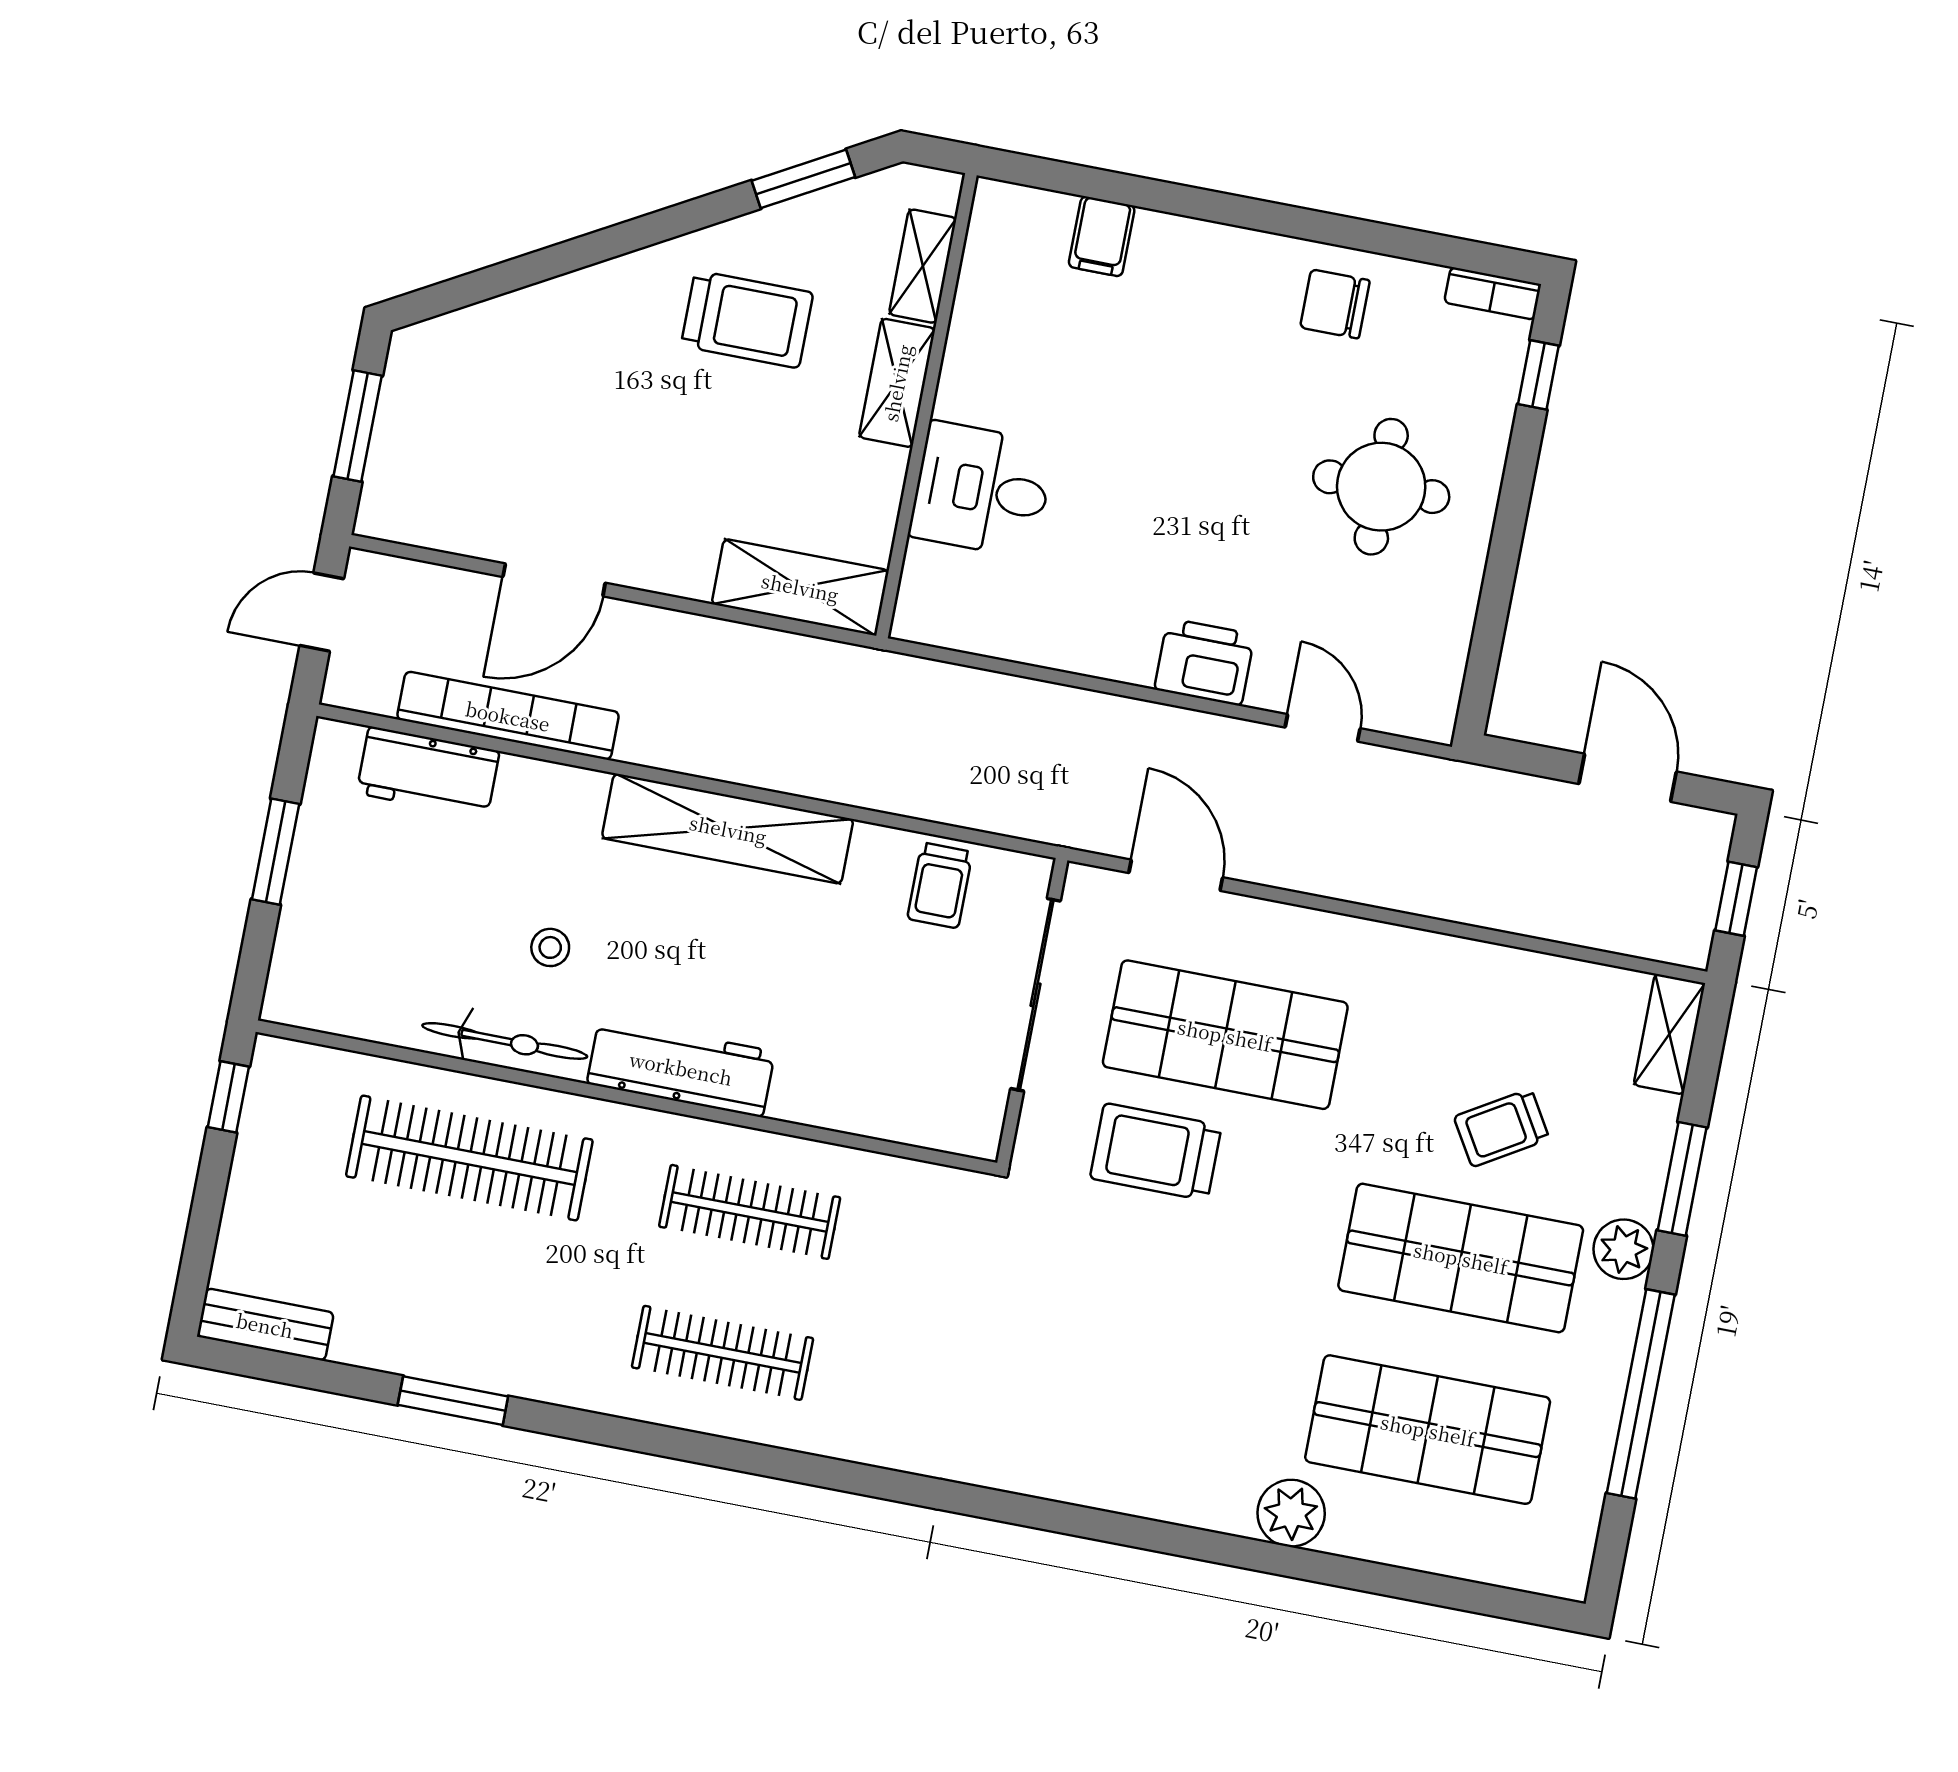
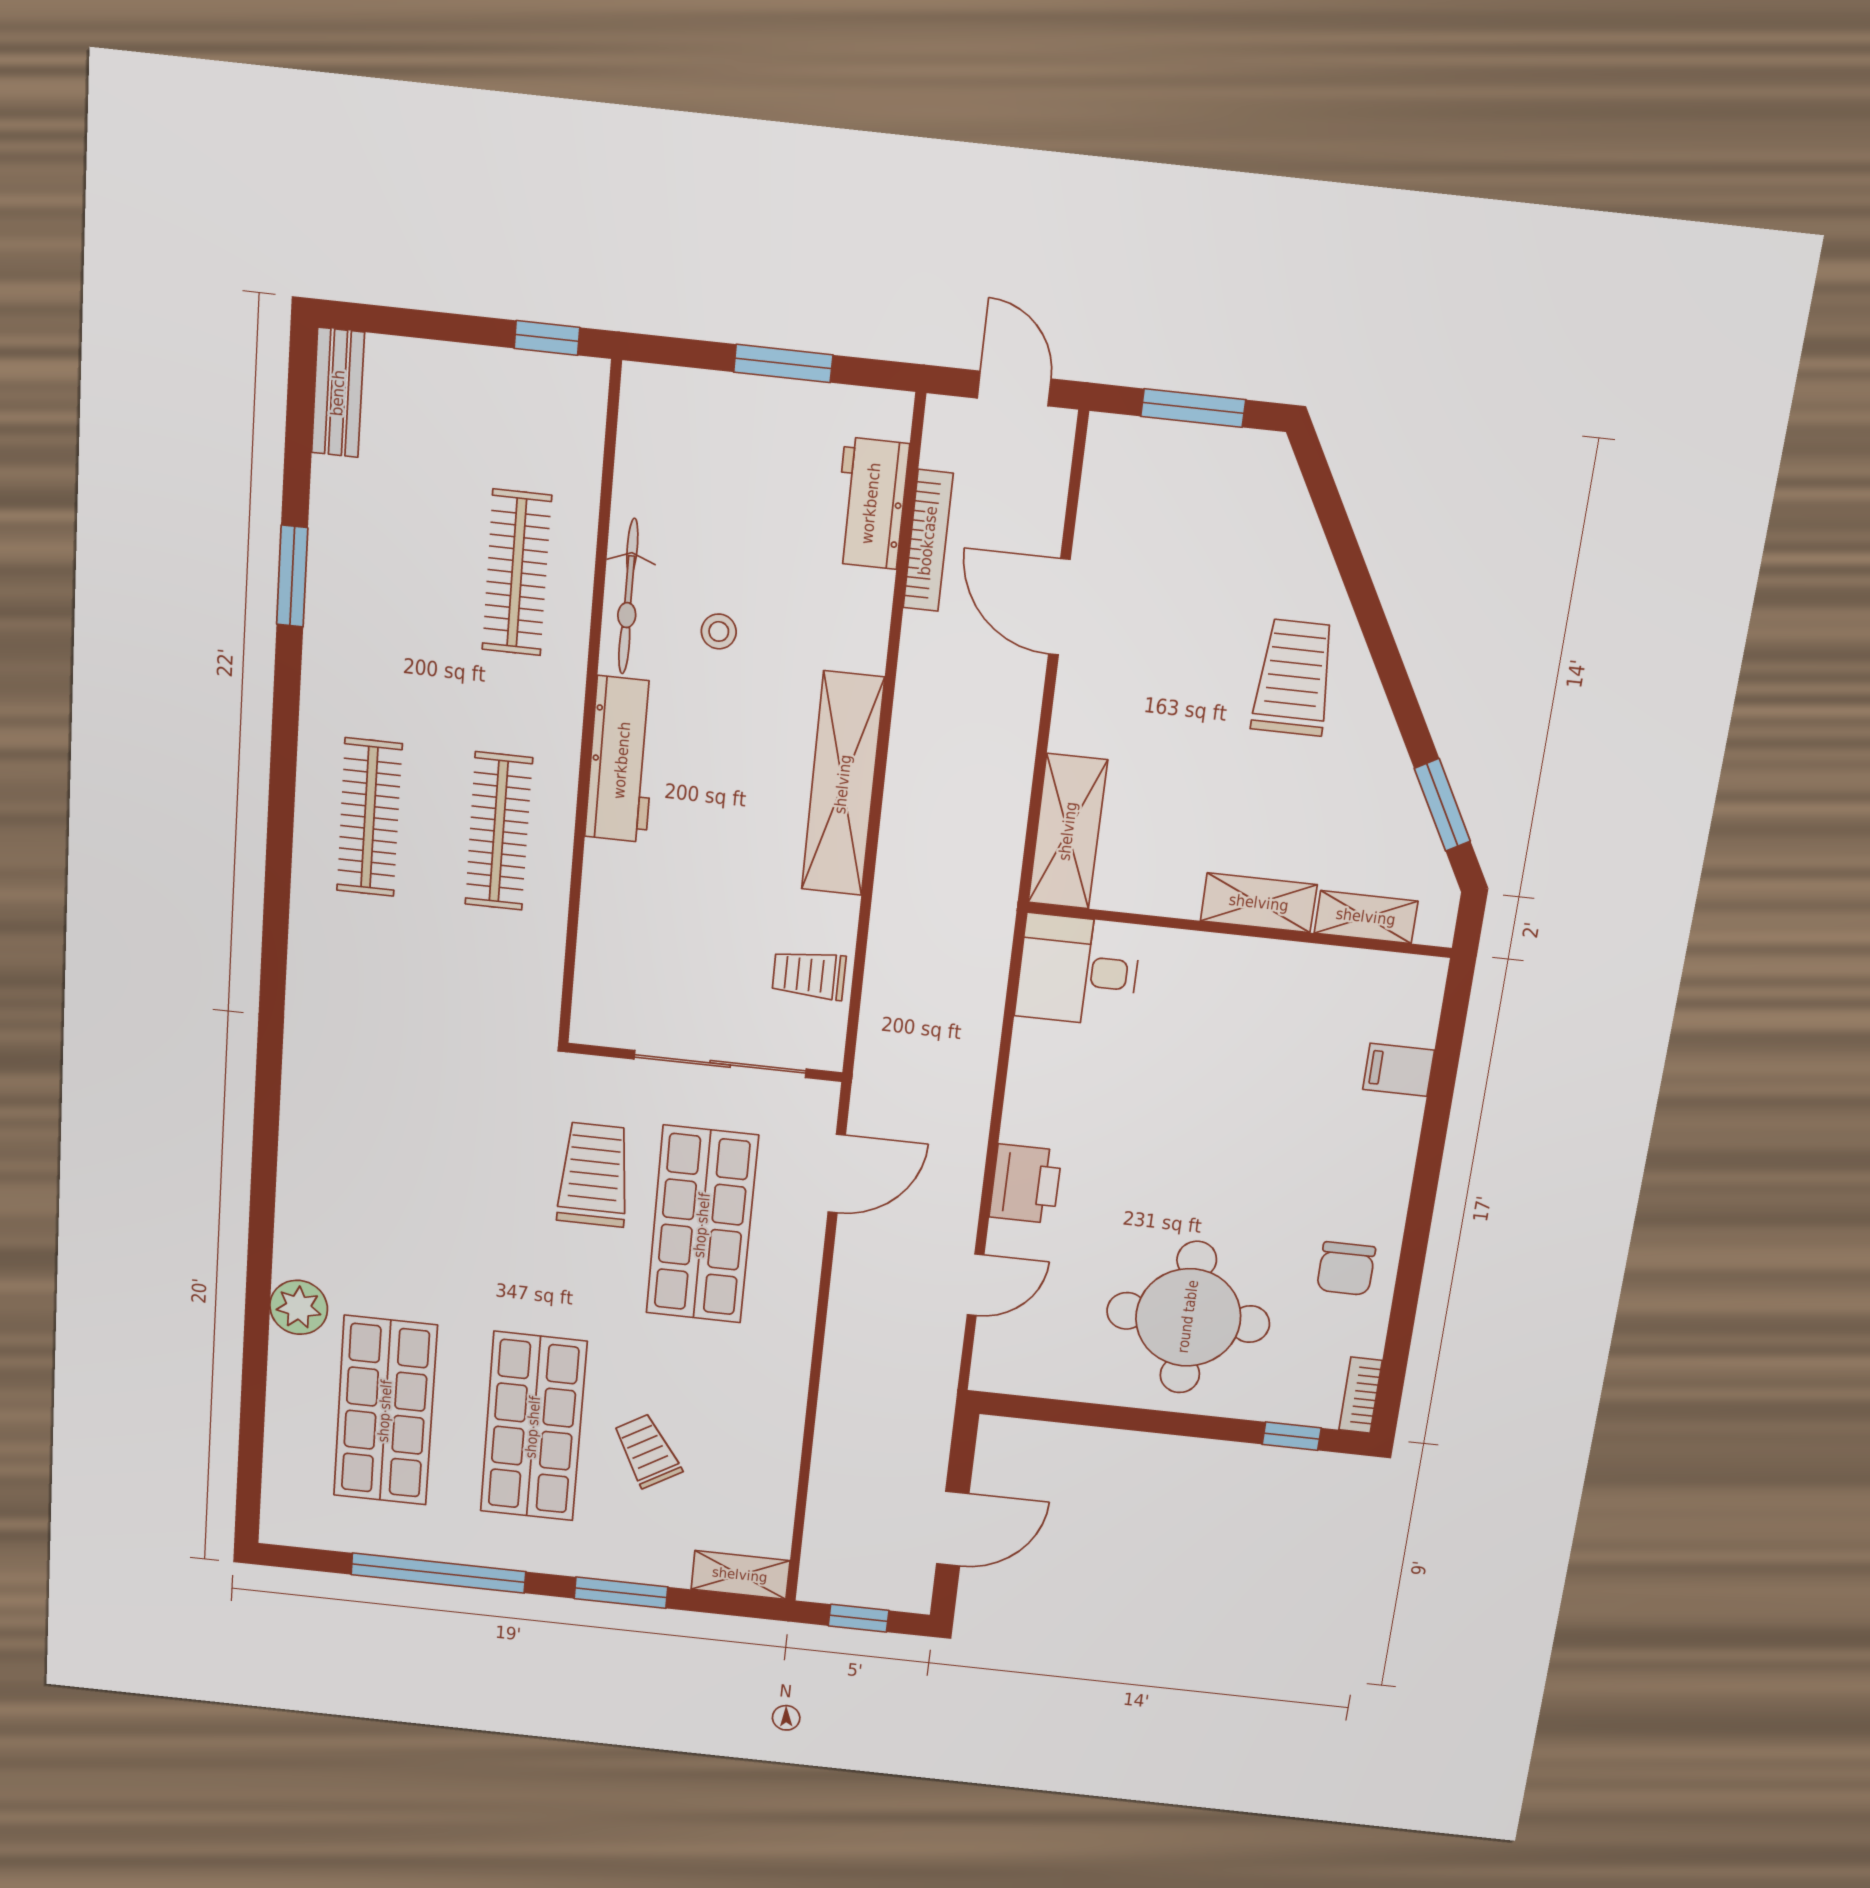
chair: (1335, 304) -> (1346, 1269), turned 180
trolley: (747, 319) -> (1294, 678), moved, turned 180
round table: (1381, 487) -> (1188, 1317), width x1.36, depth x1.36
desk: (982, 490) -> (1078, 970), moved, turned -90
bookcase: (508, 716) -> (928, 541), width x0.68, depth x0.76
clothes rail: (469, 1158) -> (517, 573), width x0.73, depth x0.76
plant: (1624, 1249) -> (557, 1552), removed

